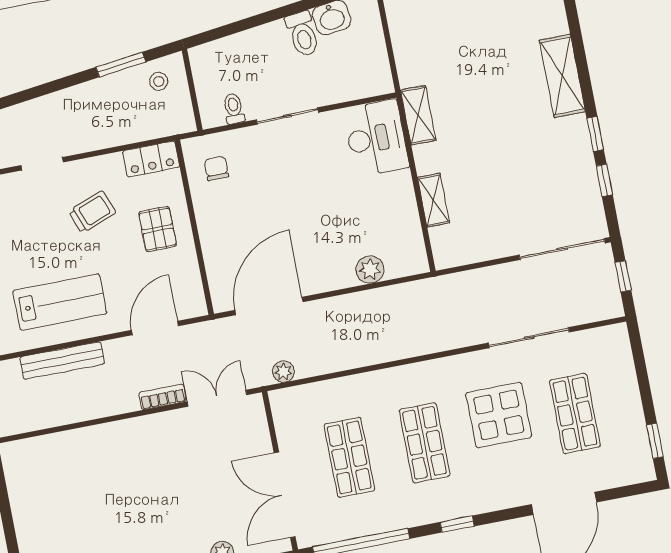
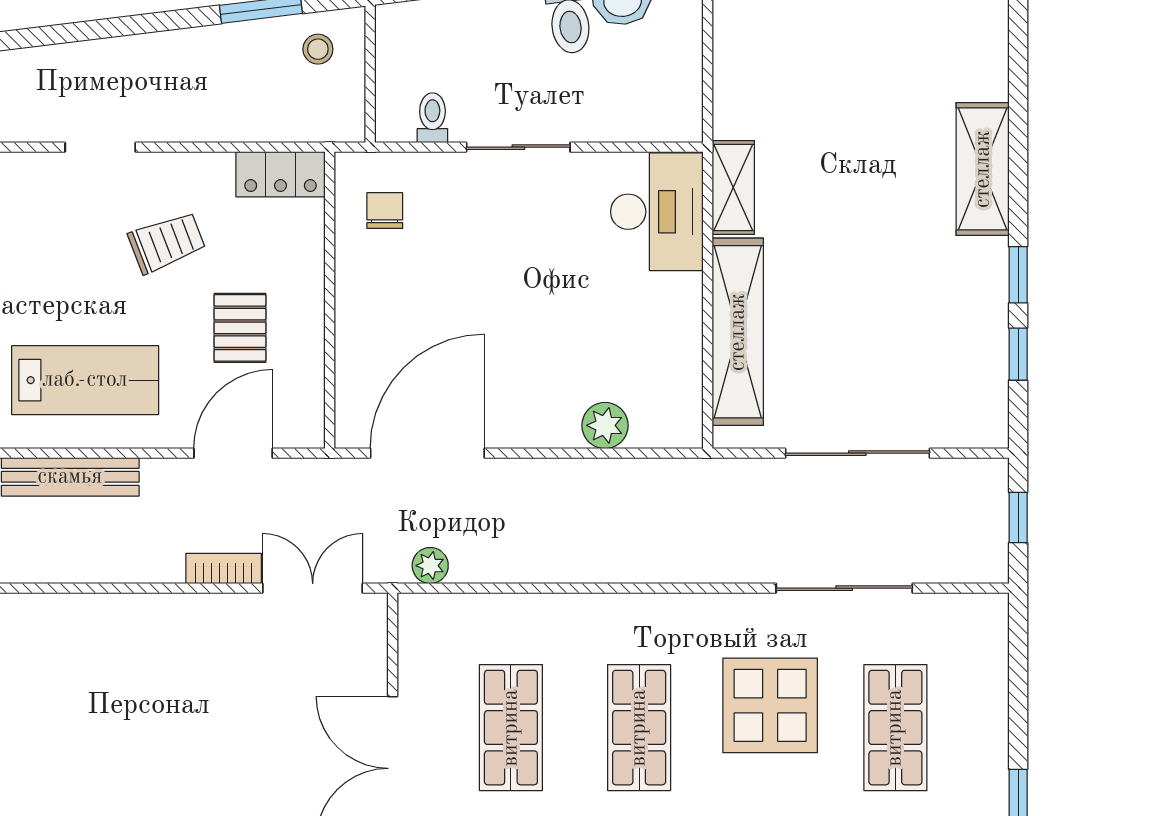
shelving: (433, 200) -> (738, 332), width x2.20, depth x1.33
pallet: (158, 229) -> (240, 328), moved
sliding door: (562, 249) -> (857, 453), moved

